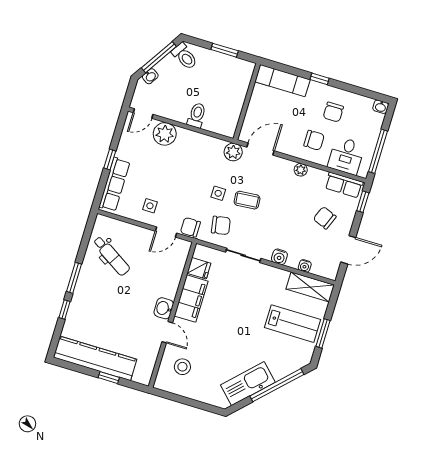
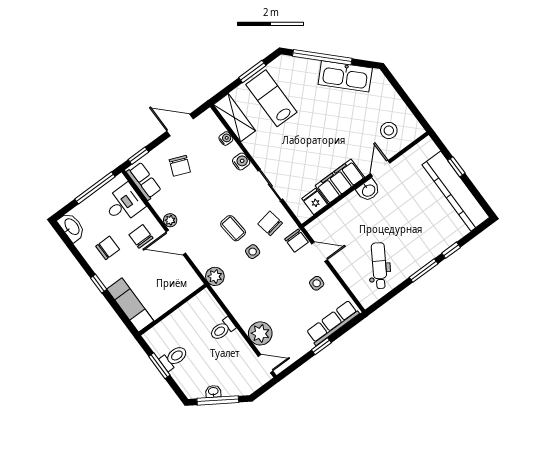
toilet: (185, 56) -> (174, 358), moved, turned 57
washbasin: (150, 76) -> (213, 391), moved
washbasin: (381, 107) -> (72, 227), width x1.91, depth x1.45
door: (260, 149) -> (176, 242), moved

